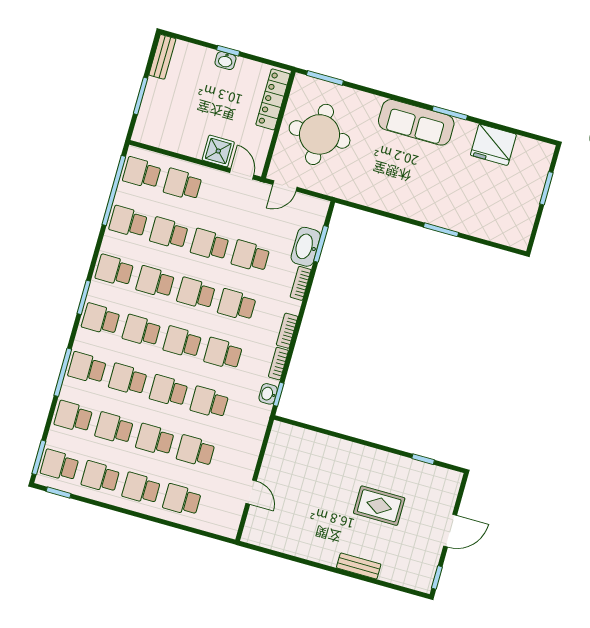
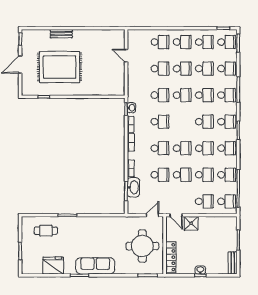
cafe table: (489, 212) -> (46, 231), added
school desk: (182, 342) -> (182, 122), removed
rug: (379, 506) -> (60, 67), width x1.86, depth x2.06

